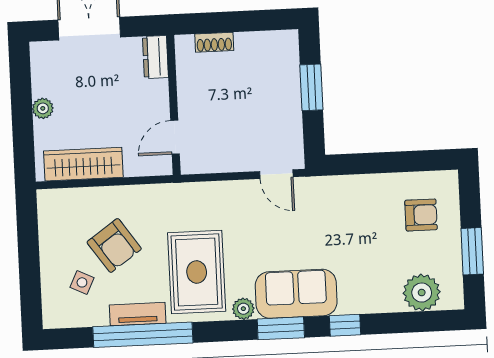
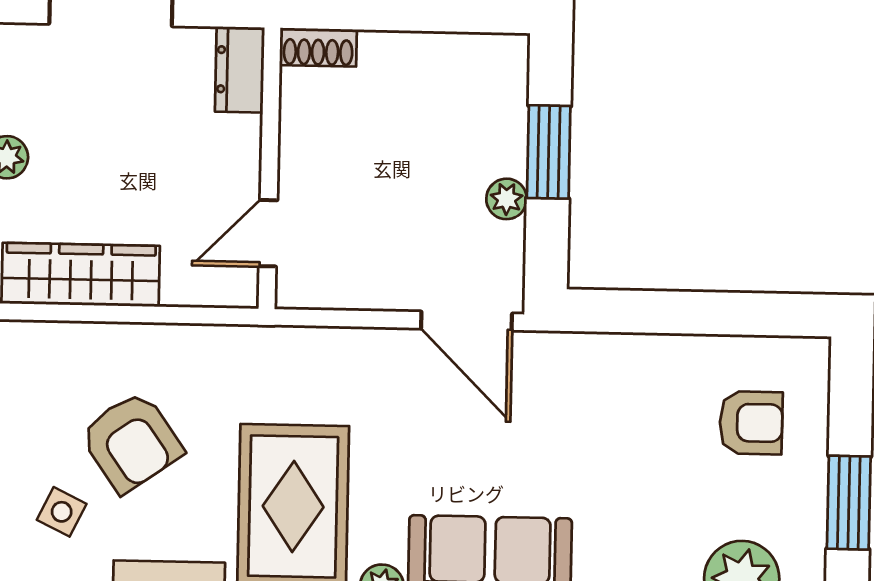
shoe rack: (214, 42) -> (318, 47), moved
plant: (292, 112) -> (507, 199), added
door: (276, 174) -> (467, 321), width x1.38

